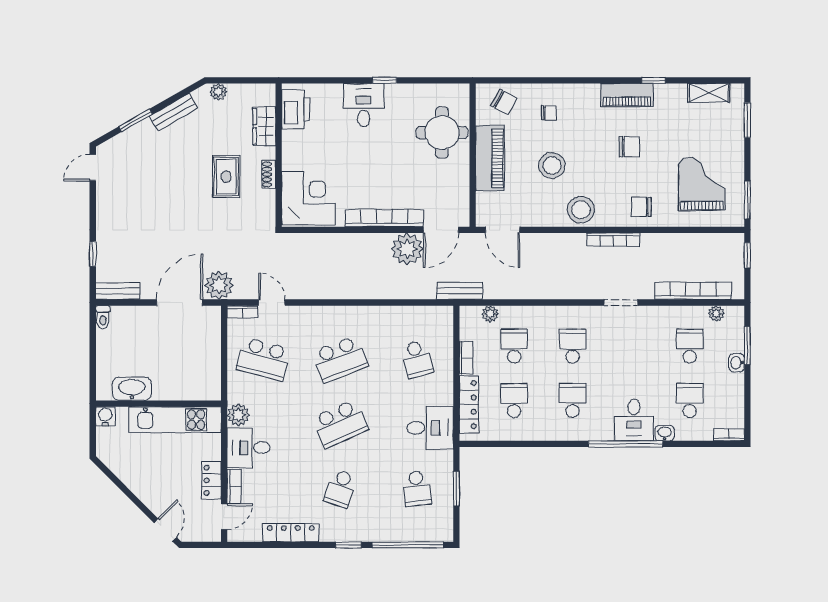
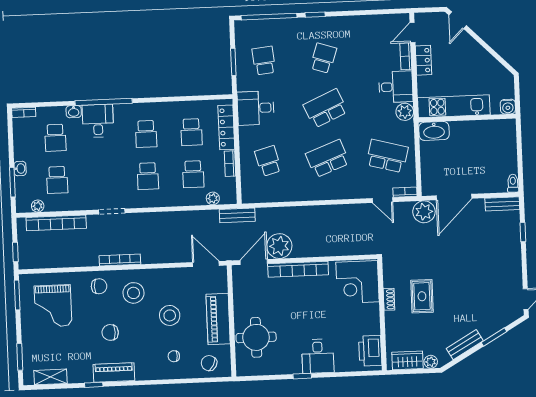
wardrobe: (264, 126) -> (408, 360), moved, turned -90
stool: (581, 210) -> (133, 293), moved
washbasin: (132, 389) -> (434, 131), moved
locker: (291, 533) -> (360, 22), removed

